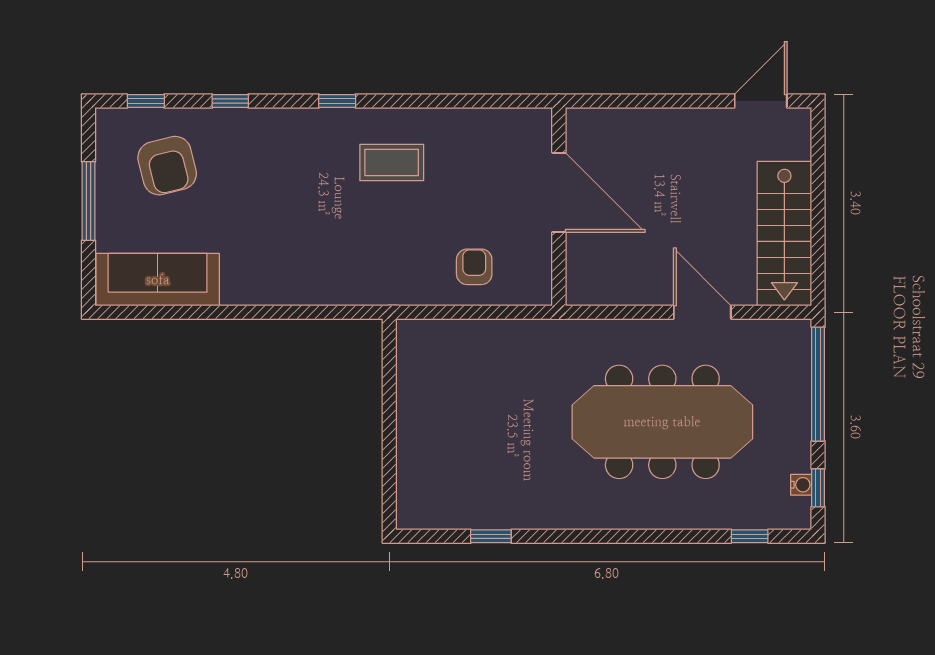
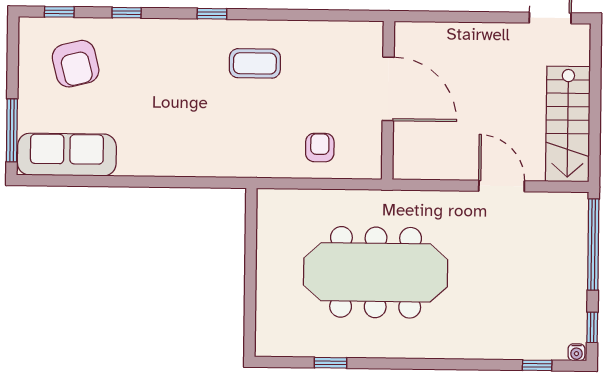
window: (88, 201) -> (12, 130), moved
meeting table: (662, 422) -> (376, 272), moved
water cooler: (801, 485) -> (576, 352), moved, turned 90

